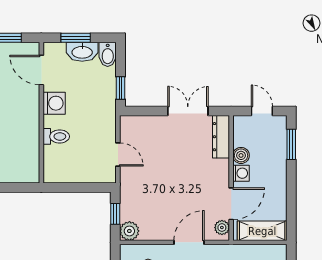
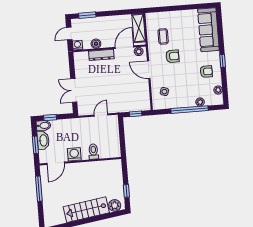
window: (121, 88) -> (50, 117), moved
double door: (188, 111) -> (74, 90), moved
dresser: (221, 137) -> (101, 55), moved
washing machine: (241, 173) -> (77, 45), moved
door: (231, 204) -> (124, 47), hinge flipped
plant: (129, 231) -> (145, 105), removed

